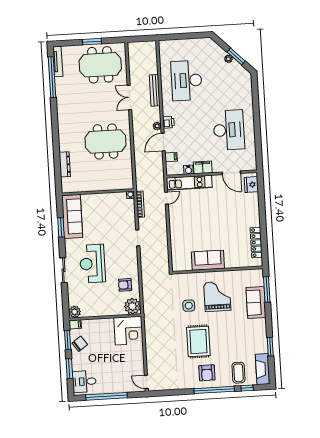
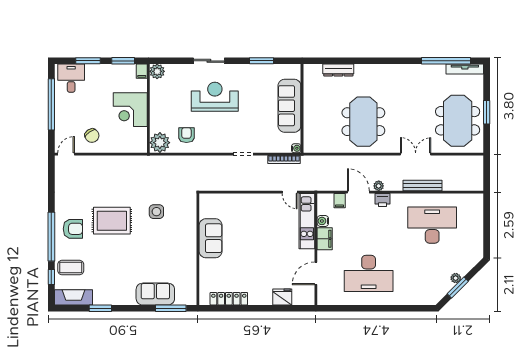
fridge: (251, 185) -> (282, 297), moved
sofa: (72, 216) -> (289, 106), moved, turned 90
grand piano: (217, 296) -> (166, 247), removed
corner desk: (128, 331) -> (130, 110), moved
chair: (80, 344) -> (92, 136), moved
armchair: (207, 373) -> (73, 229), turned 180

